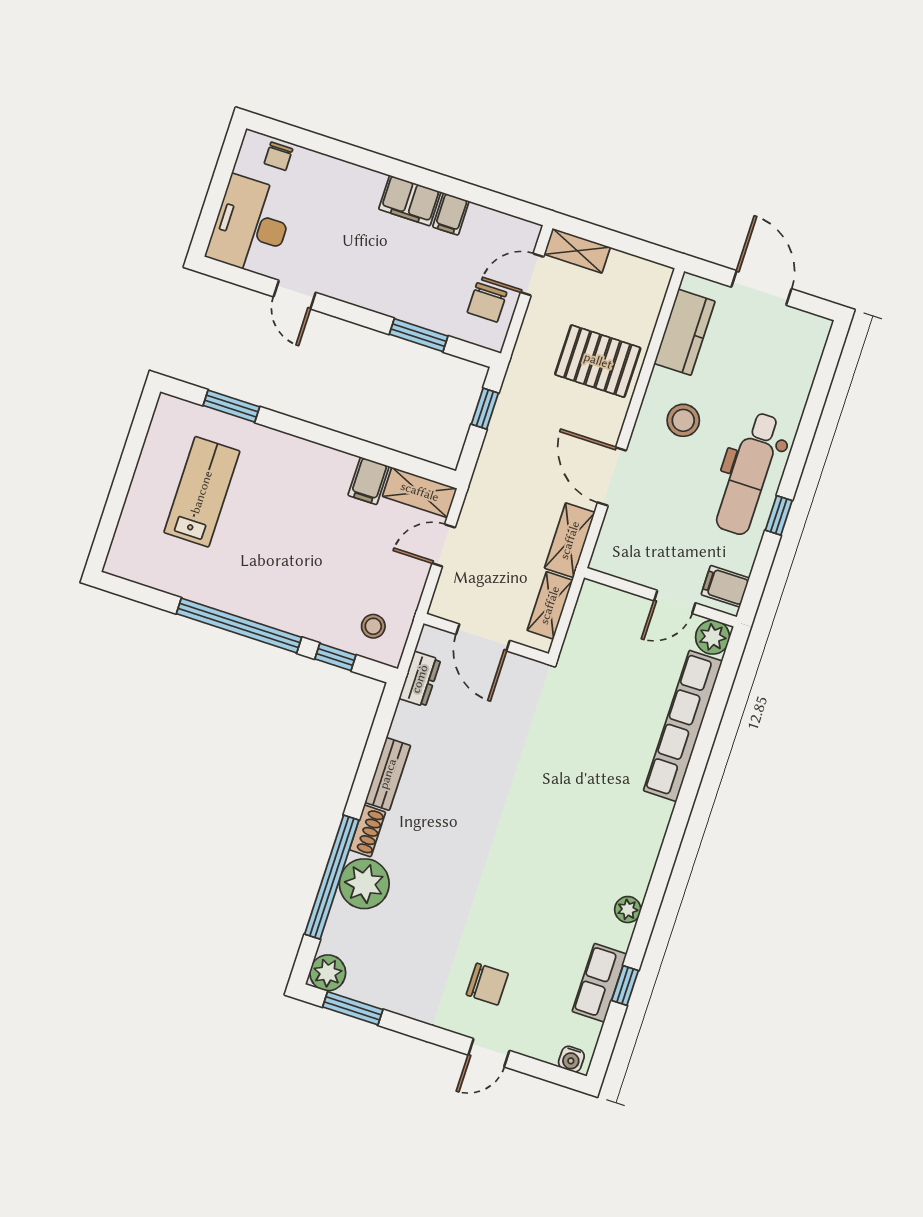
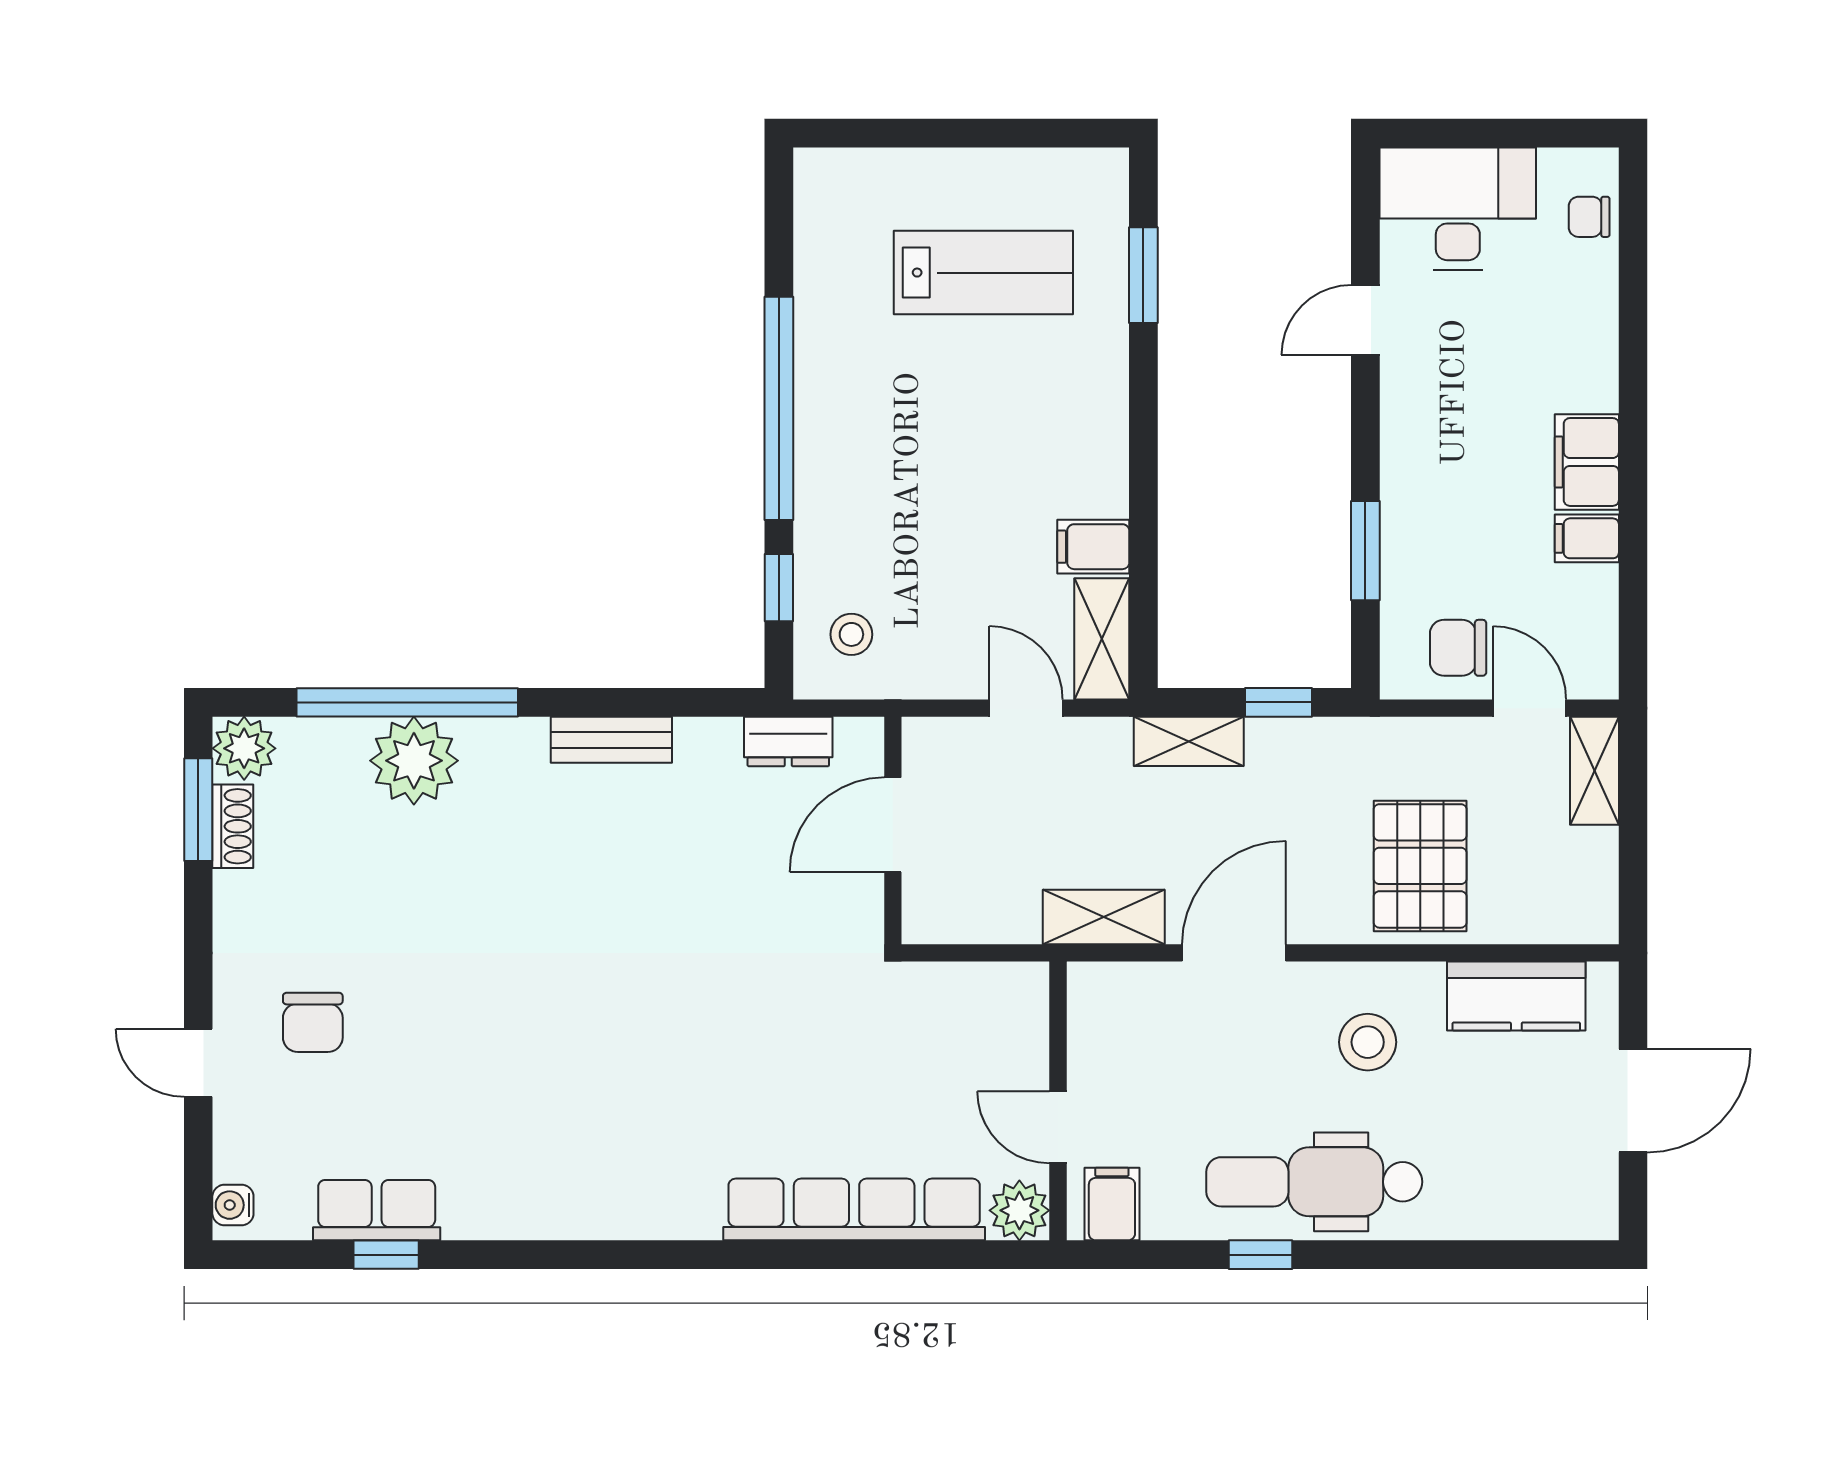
shelving: (550, 605) -> (1189, 741), moved
shoe rack: (367, 831) -> (233, 826), moved, turned -90
plant: (628, 910) -> (515, 1218), removed

